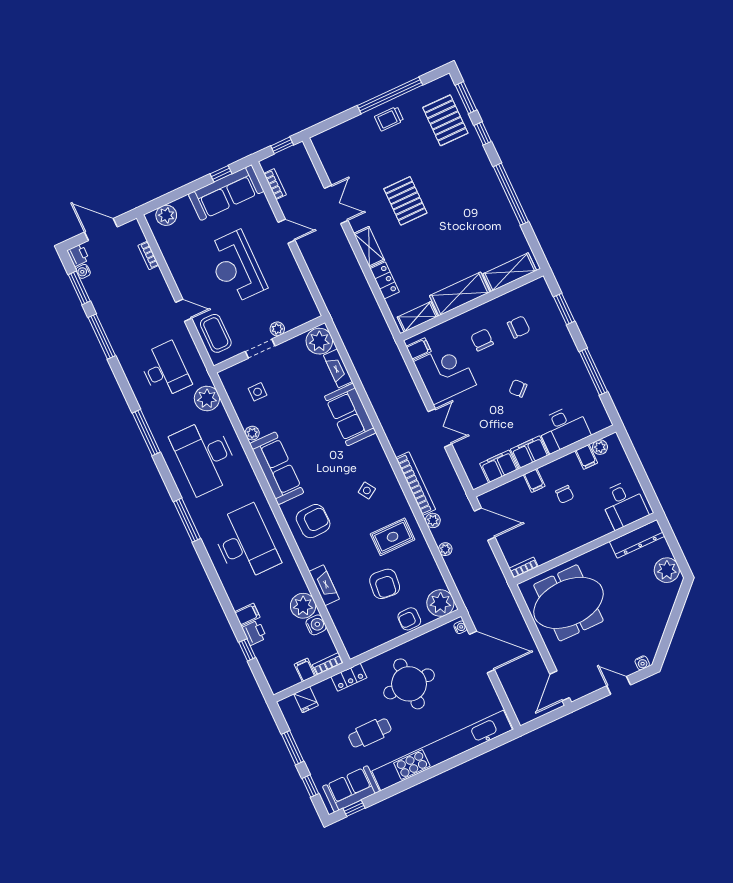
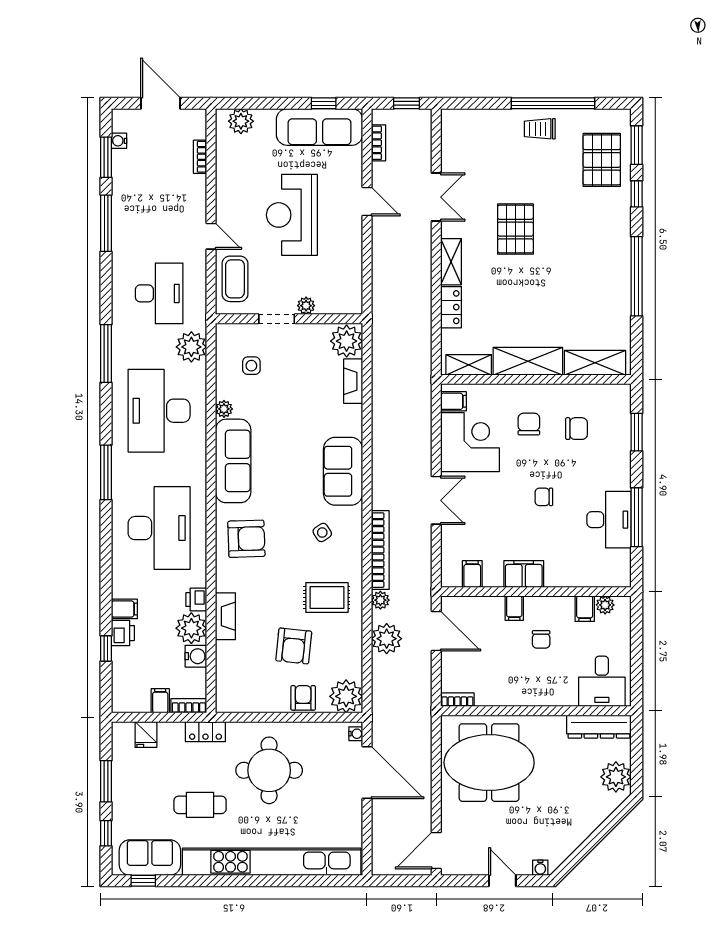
printer: (78, 255) -> (196, 600), moved, turned 180
chair: (518, 388) -> (544, 497), turned -47
sofa: (350, 415) -> (343, 471), moved
desk: (563, 429) -> (609, 520), moved, turned -90
filing cabinet: (499, 466) -> (472, 574), width x0.50
plant: (445, 549) -> (387, 639), width x1.87, depth x1.87
armchair: (409, 619) -> (303, 698), turned 90

